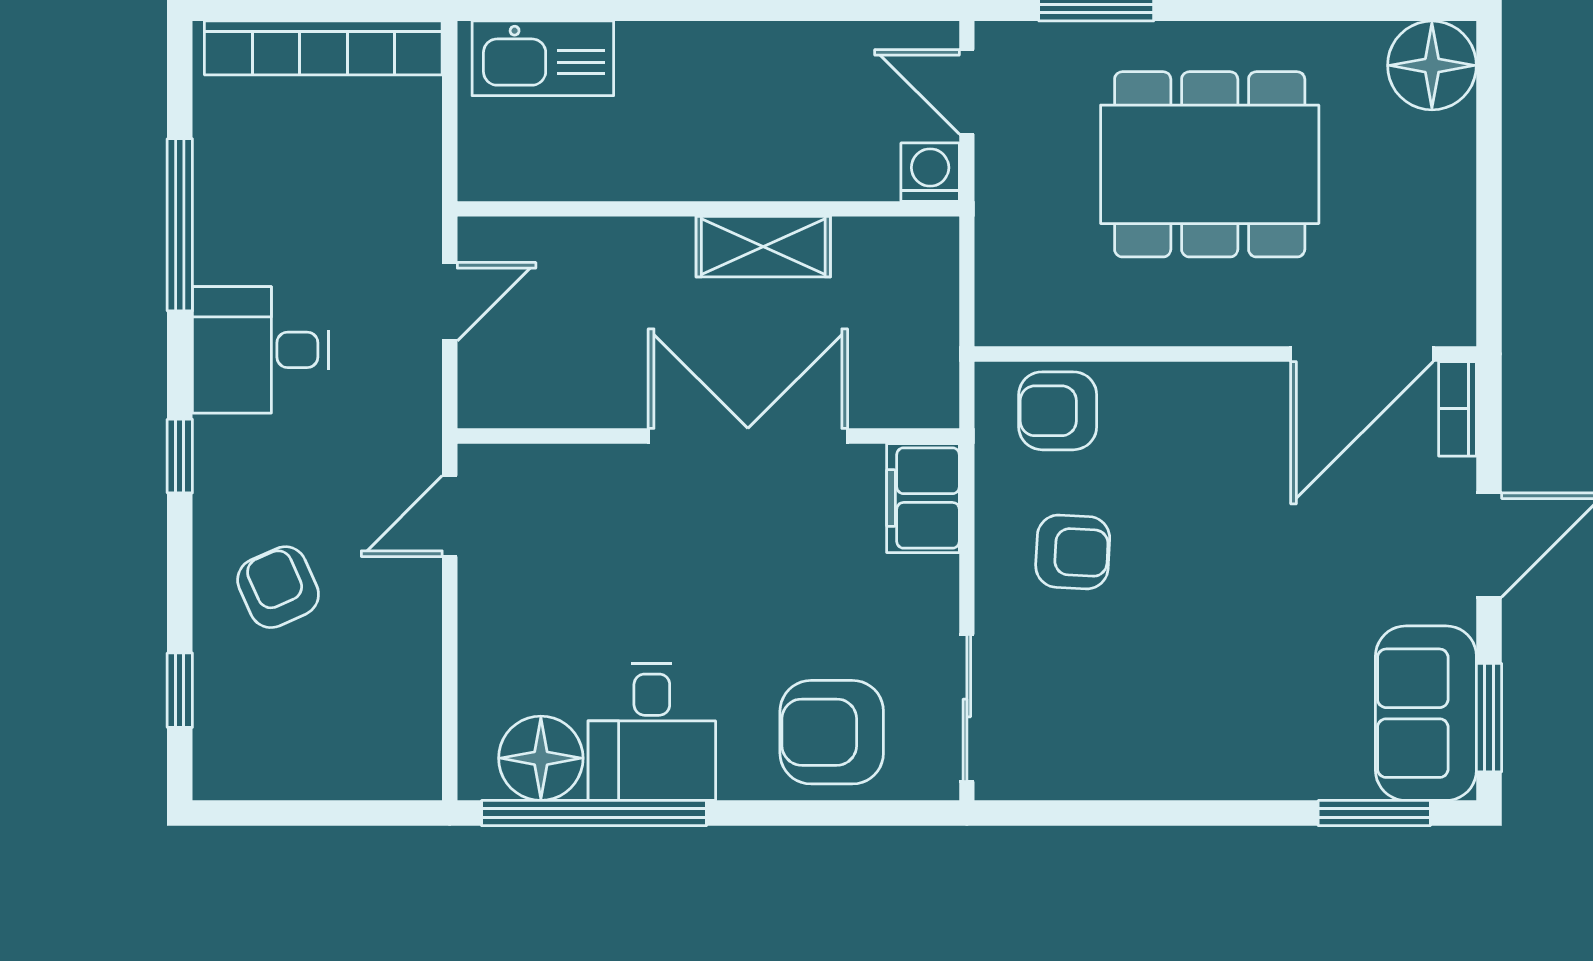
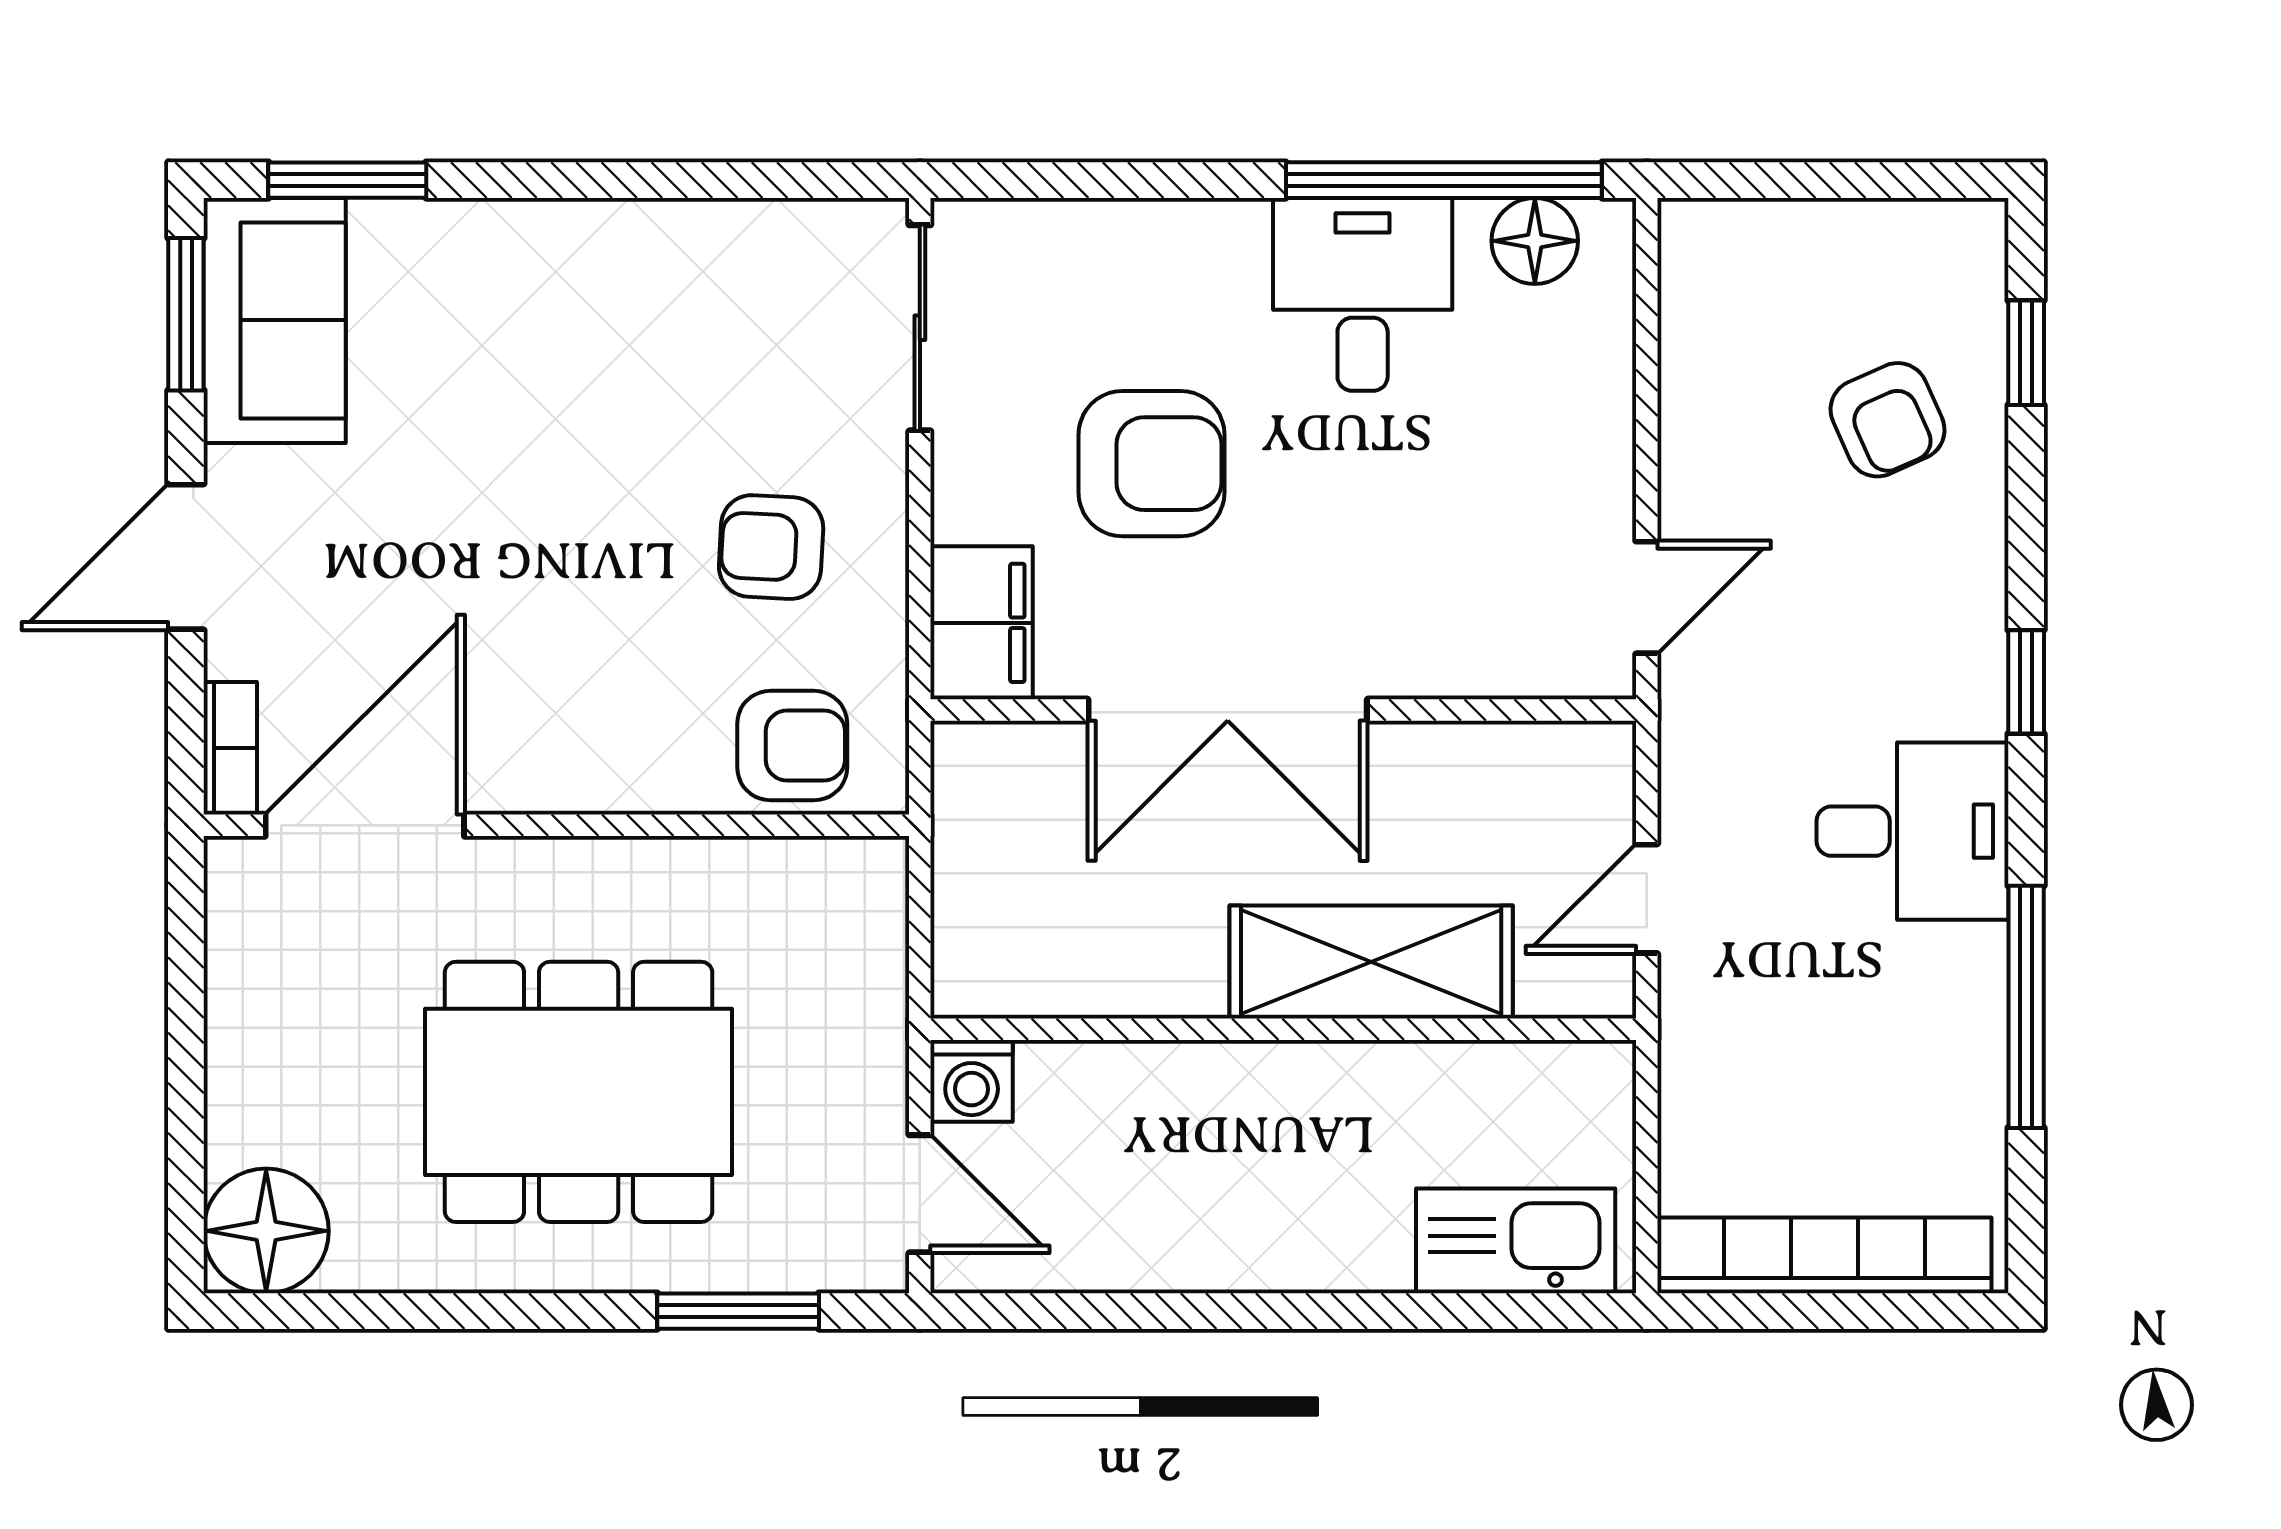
shelving: (763, 247) -> (1371, 962), moved, width x1.50, depth x1.33
armchair: (278, 587) -> (1888, 420), moved
armchair: (832, 732) -> (1152, 464), moved
floor lamp: (541, 758) -> (1535, 241), width x0.73, depth x0.73

